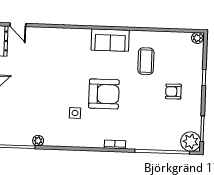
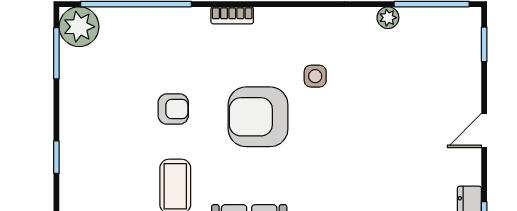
armchair: (173, 91) -> (173, 109), moved

